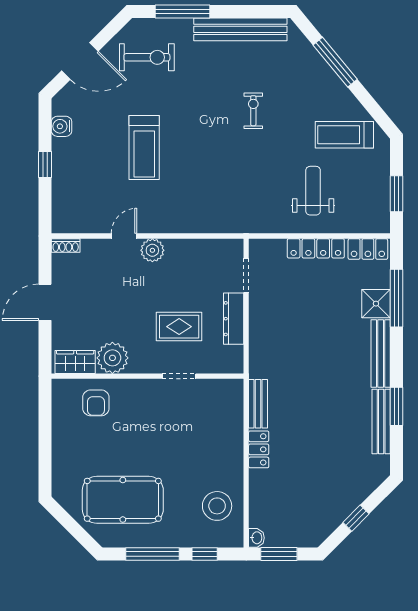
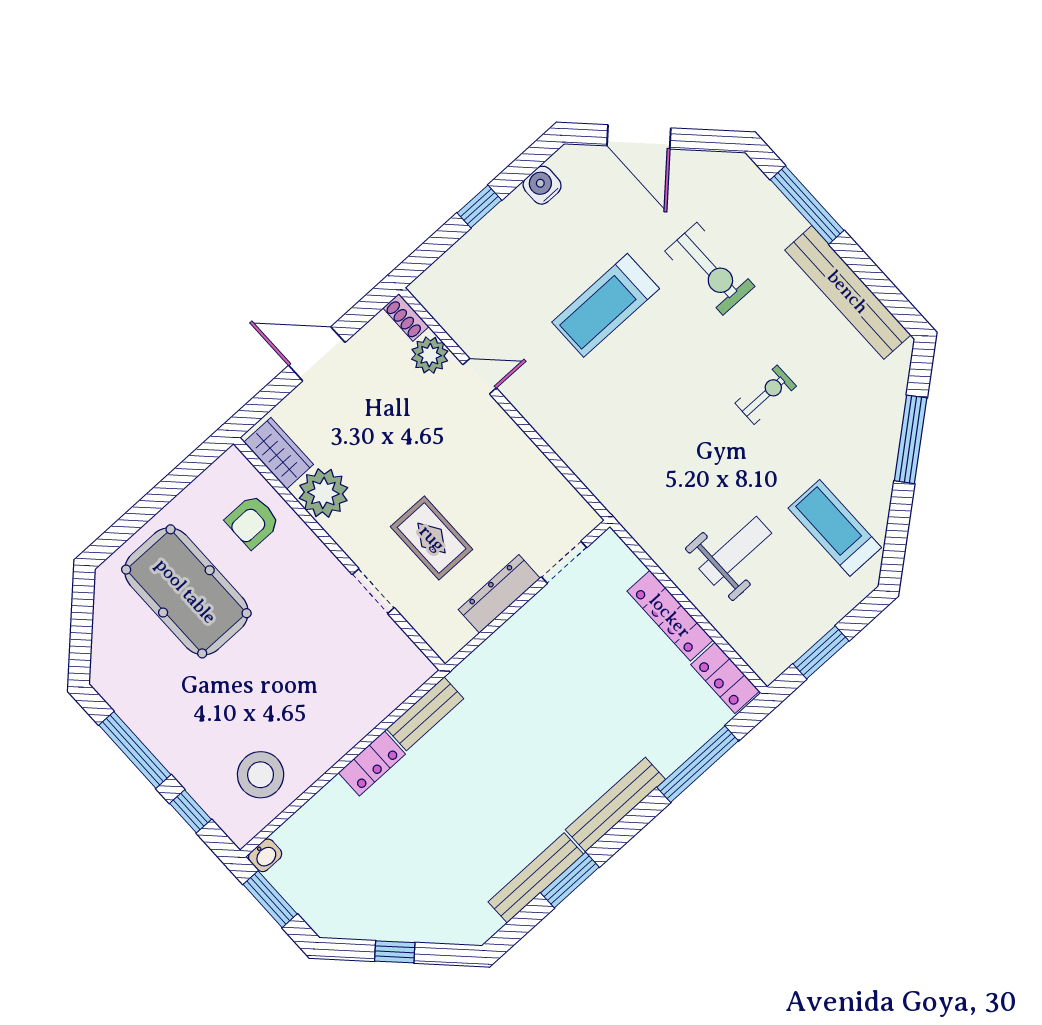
exercise bike: (147, 57) -> (710, 269), moved
plant: (152, 250) -> (430, 355), moved
shower: (376, 304) -> (669, 746), removed
pool table: (123, 500) -> (186, 591), moved

